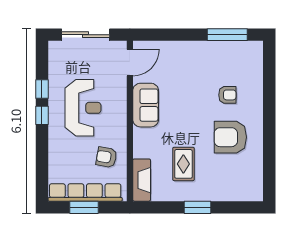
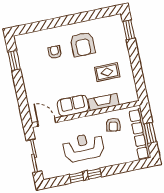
window: (227, 35) -> (14, 61), width x0.69
fireplace: (142, 180) -> (103, 102), moved
window: (198, 207) -> (129, 30), moved

